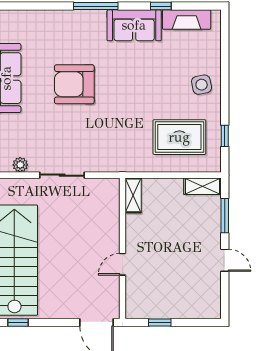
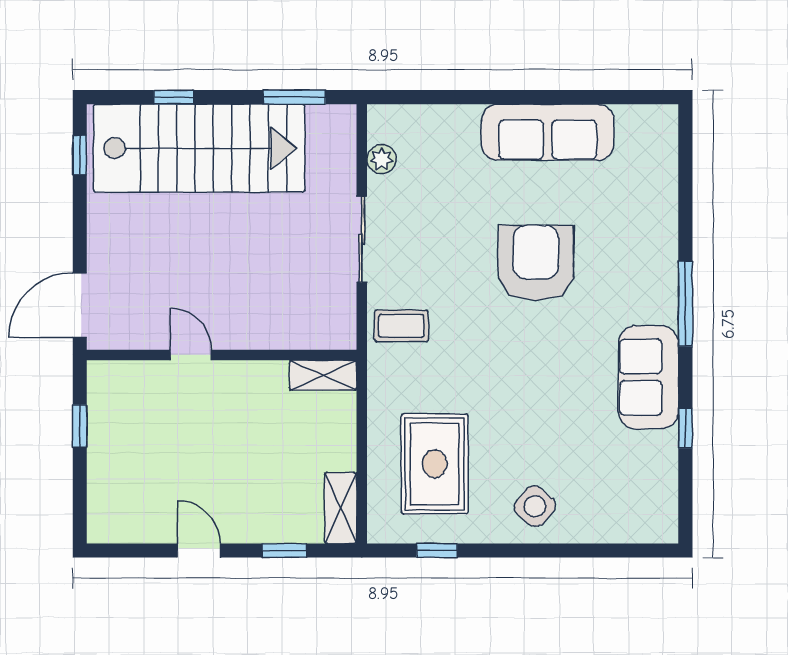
fireplace: (187, 20) -> (660, 478), removed
side table: (202, 85) -> (535, 506), turned -38
coffee table: (107, 154) -> (401, 326), added
window: (225, 216) -> (284, 551), width x0.67
door: (225, 260) -> (199, 551), swing flipped

